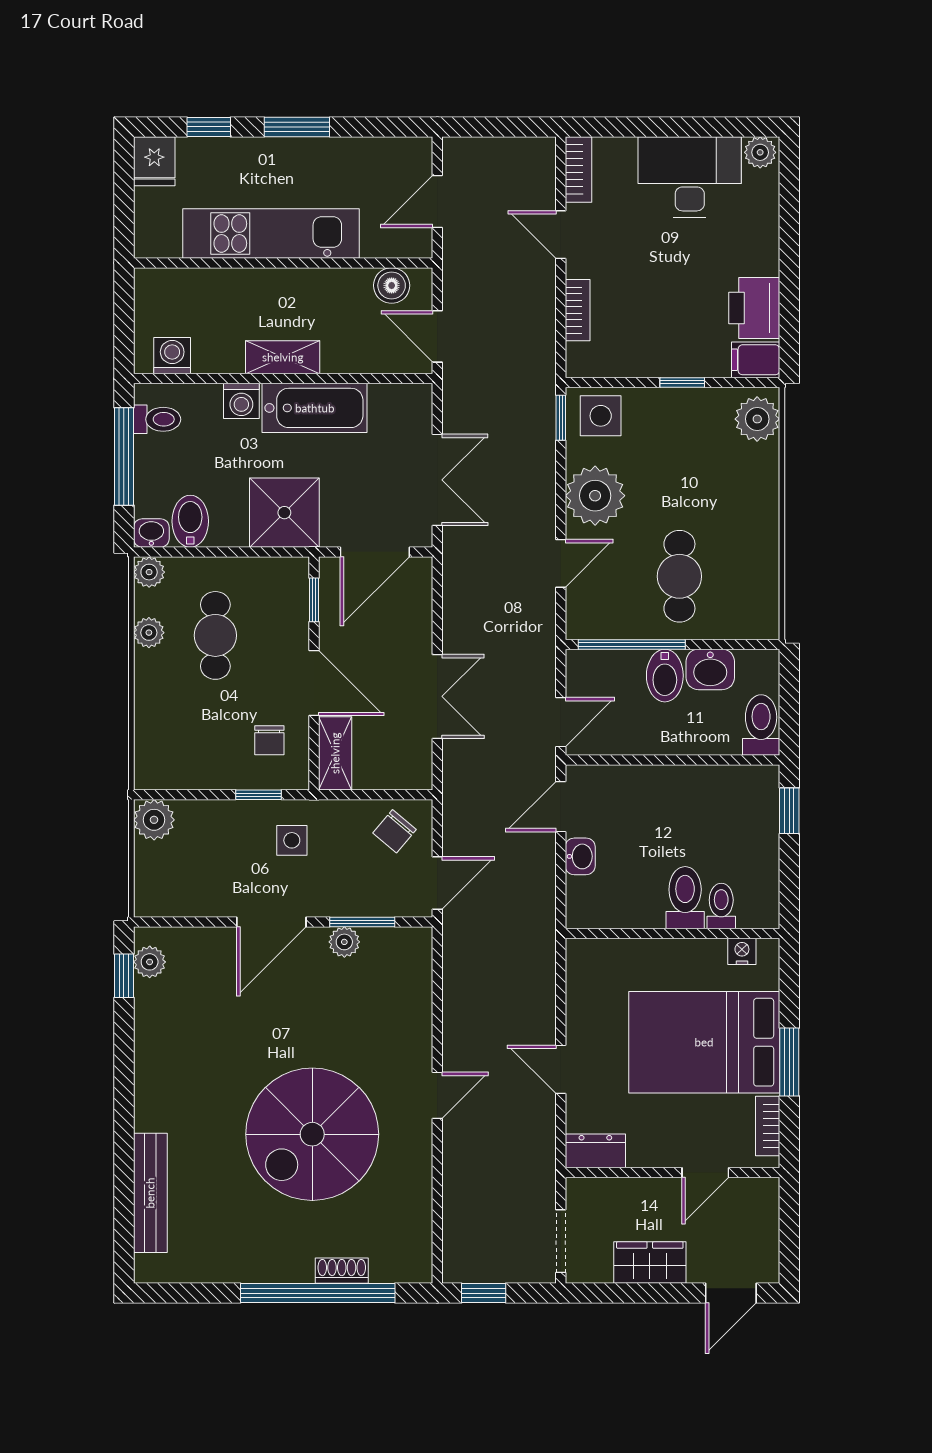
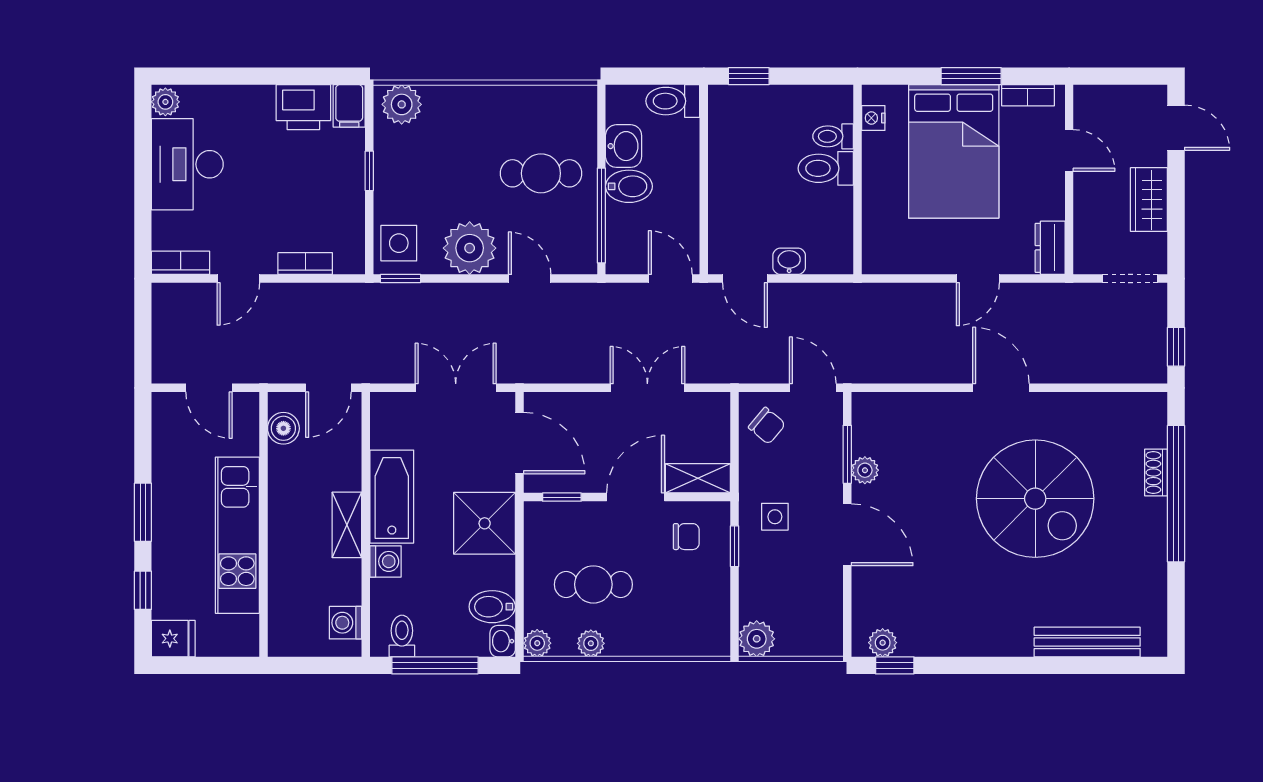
door: (437, 1095) -> (1001, 388), width x1.38

